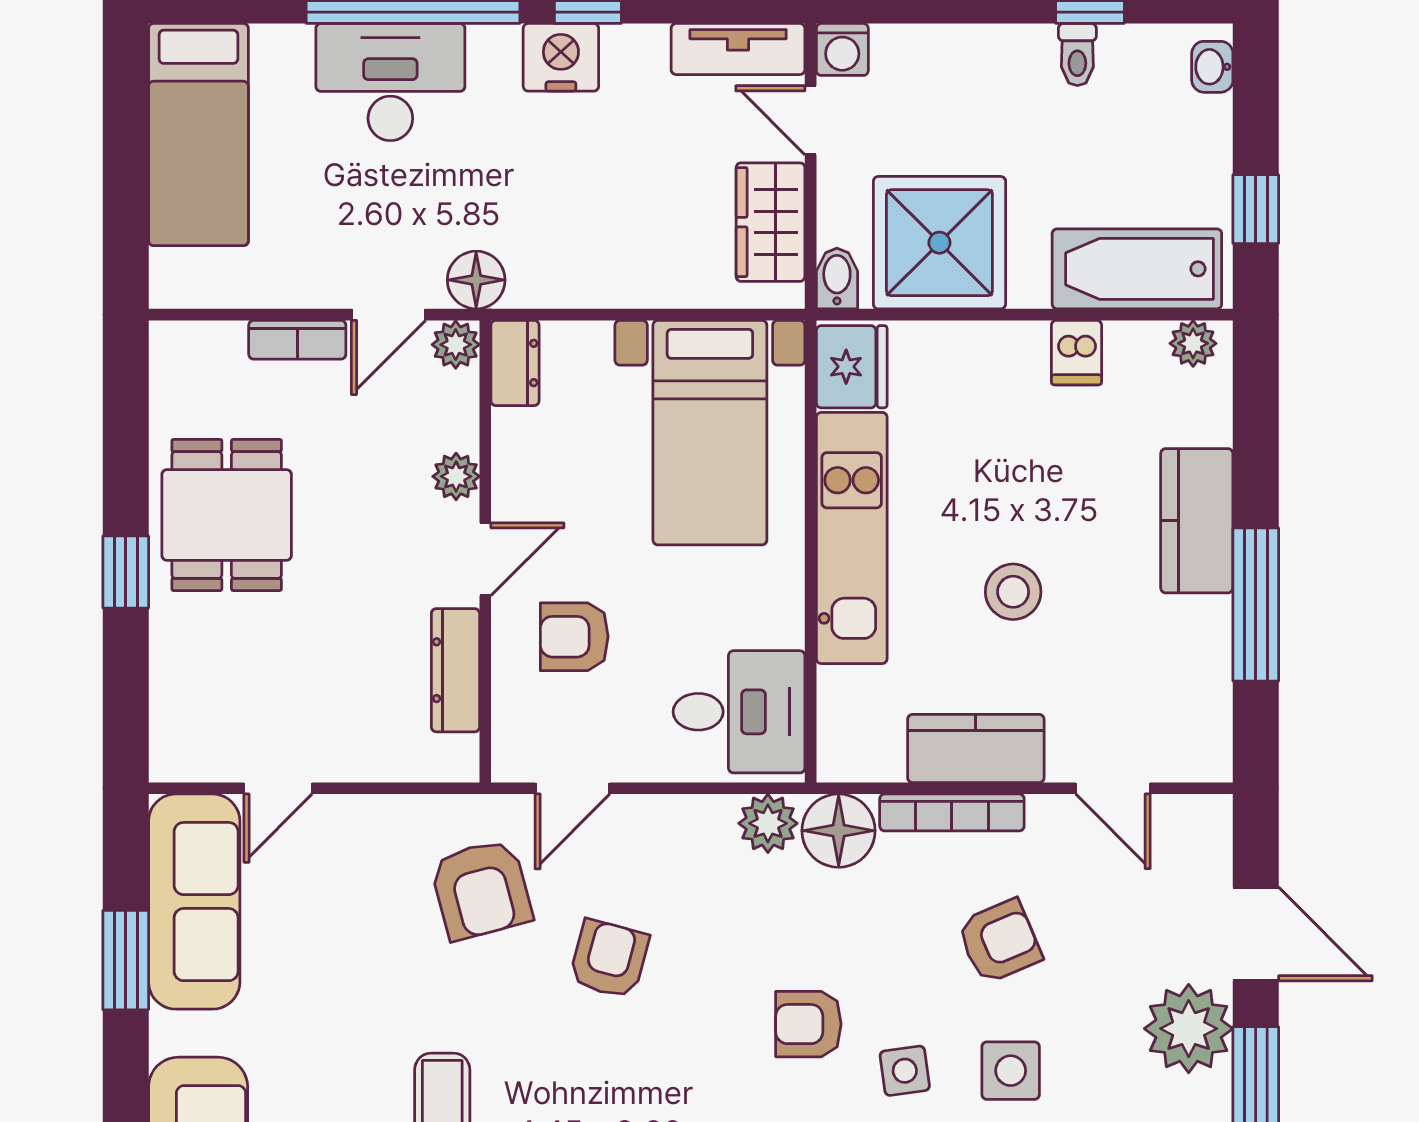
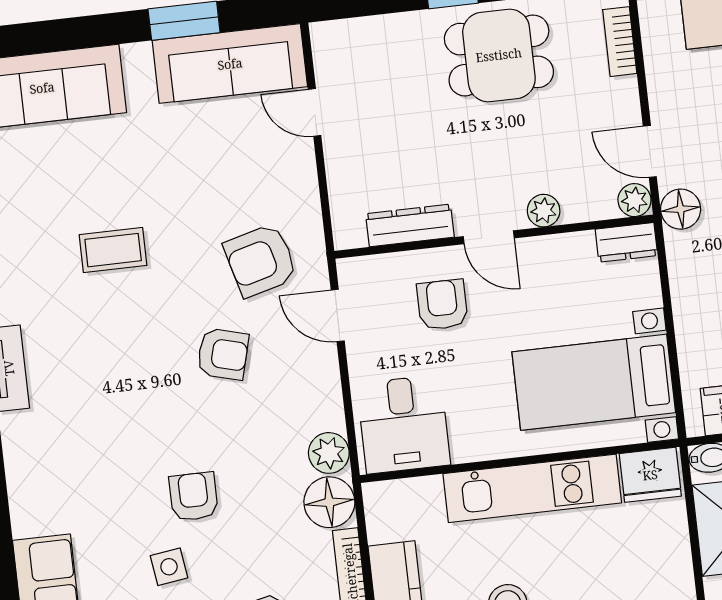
bookcase: (297, 340) -> (620, 42), moved

